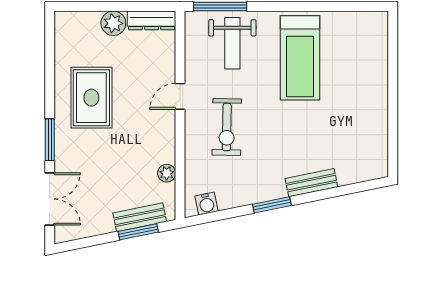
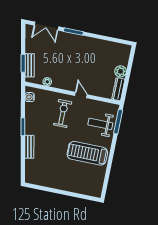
rug: (91, 98) -> (89, 54), removed
exercise bike: (227, 127) -> (63, 113), turned 89

